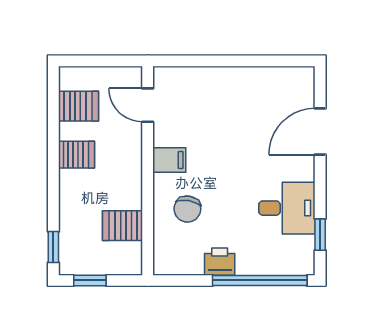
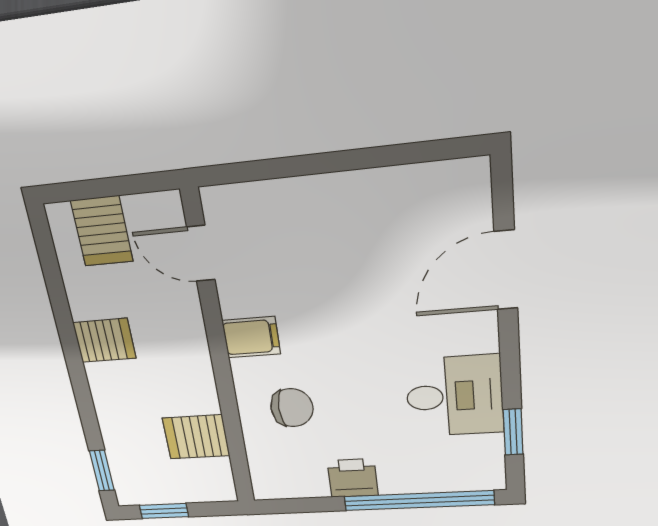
server rack: (79, 106) -> (102, 231), moved, turned 90
chair: (187, 209) -> (292, 408), turned -100

